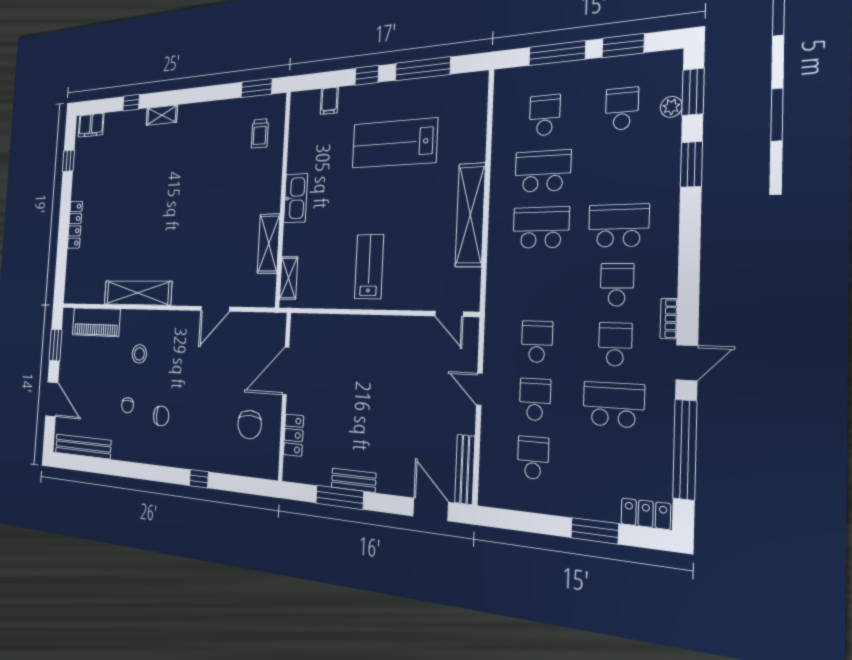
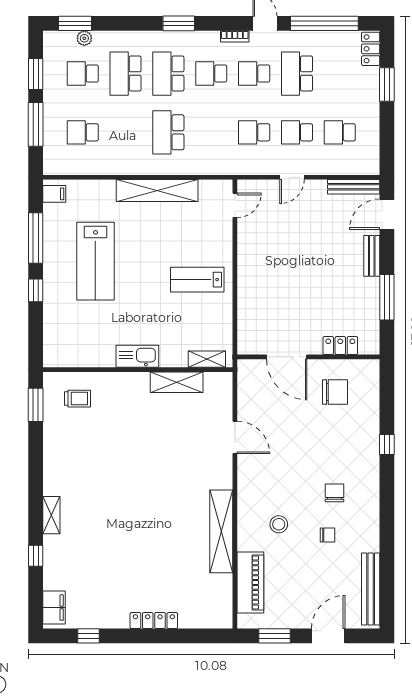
filing cabinet: (329, 101) -> (54, 194), moved
window: (691, 164) -> (179, 23), moved
school desk: (543, 171) -> (126, 74), moved
bench: (354, 480) -> (372, 256), moved

